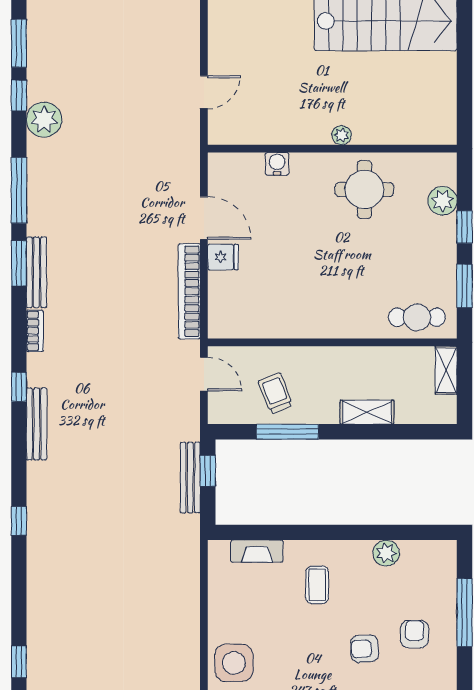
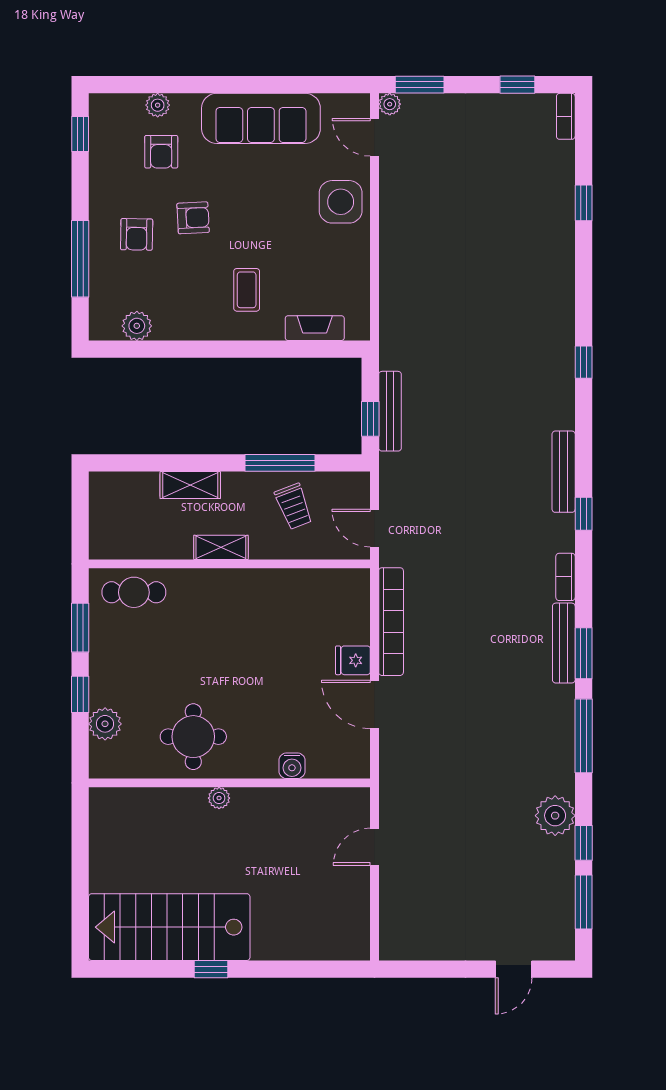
shelving: (446, 370) -> (221, 547), moved, turned 90
plant: (386, 553) -> (137, 326), moved

